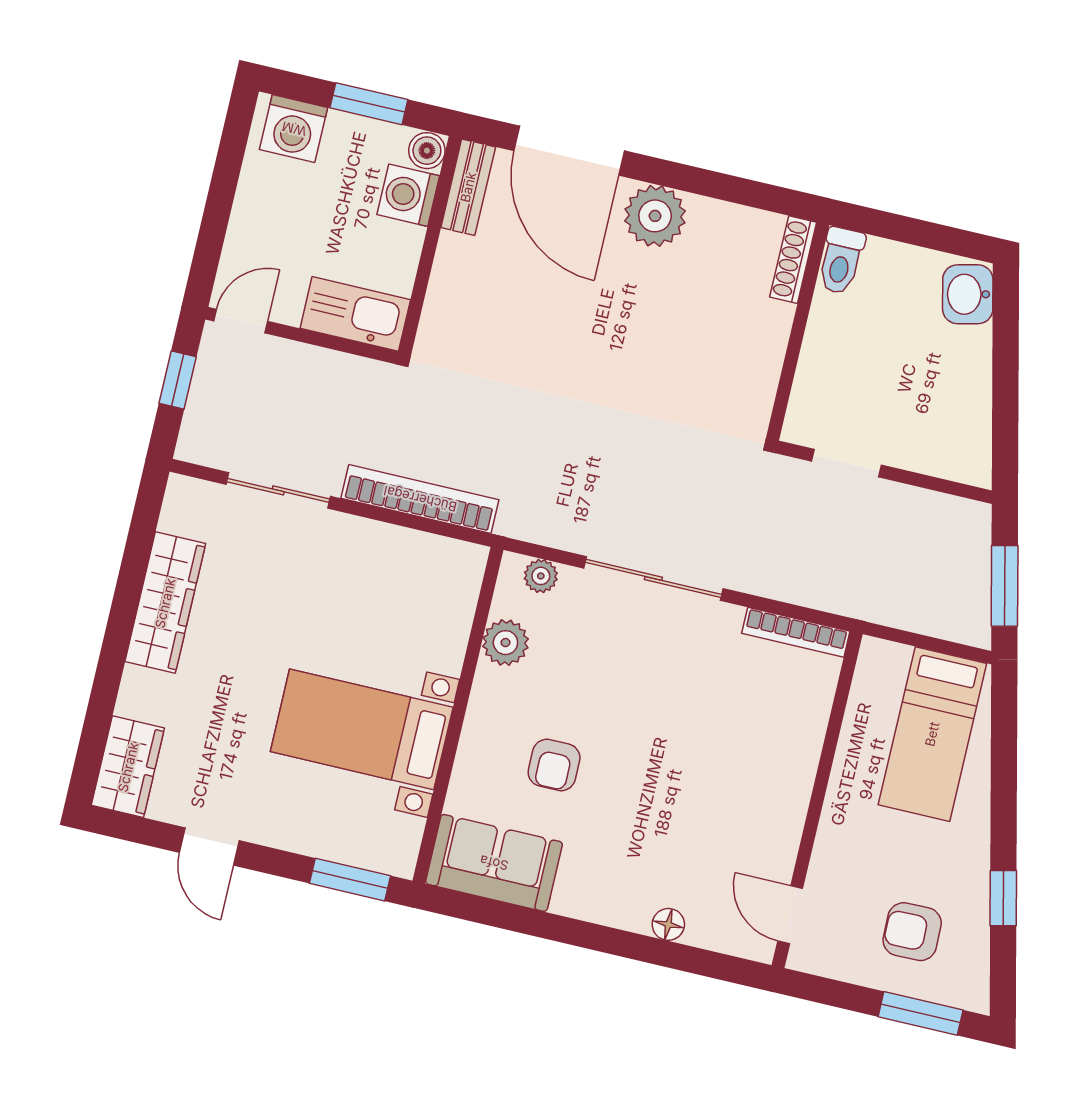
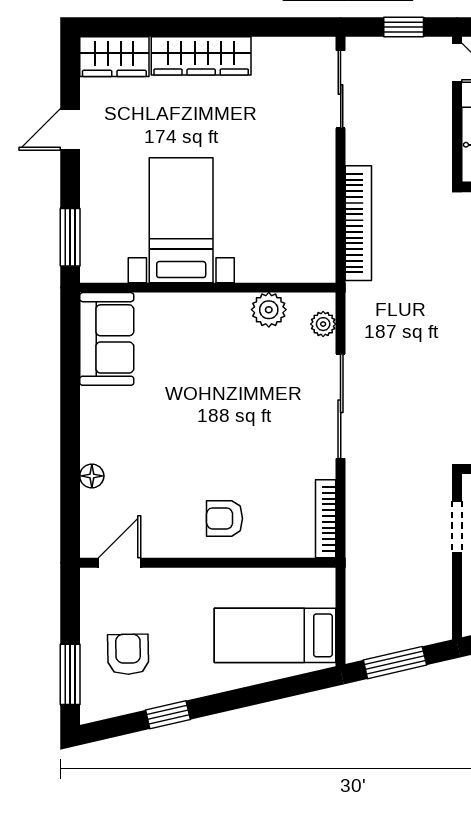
sliding door: (278, 490) -> (341, 89), moved
wardrobe: (165, 603) -> (201, 56), moved
armchair: (554, 765) -> (225, 518), moved

